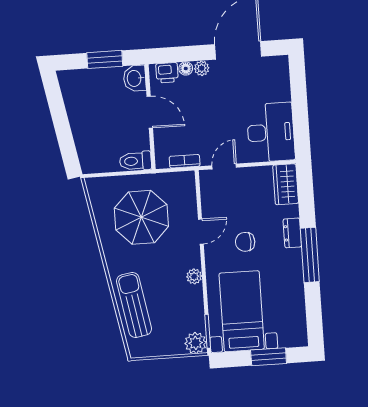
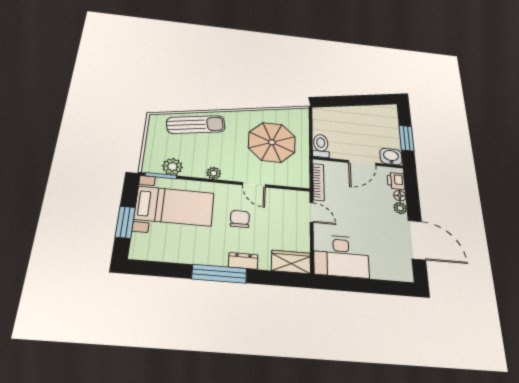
bookcase: (185, 161) -> (318, 182), width x1.56
plant: (196, 343) -> (172, 167), moved

